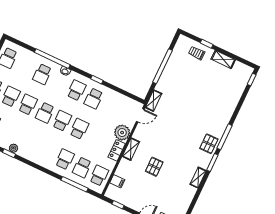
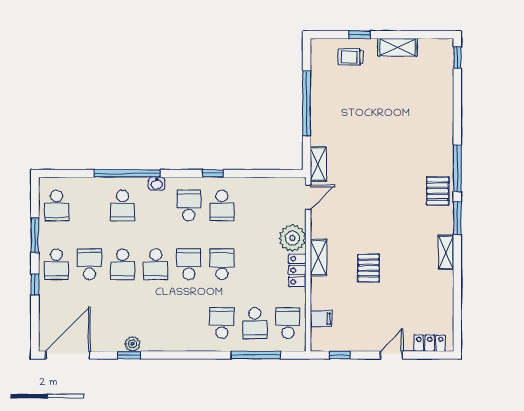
school desk: (28, 105) -> (123, 264), turned 180

